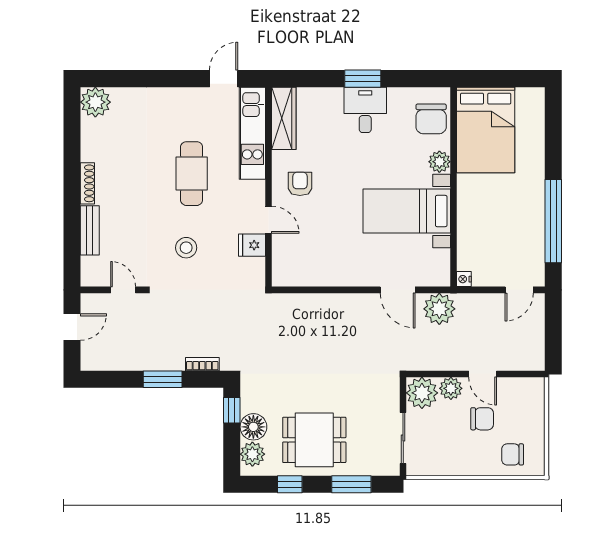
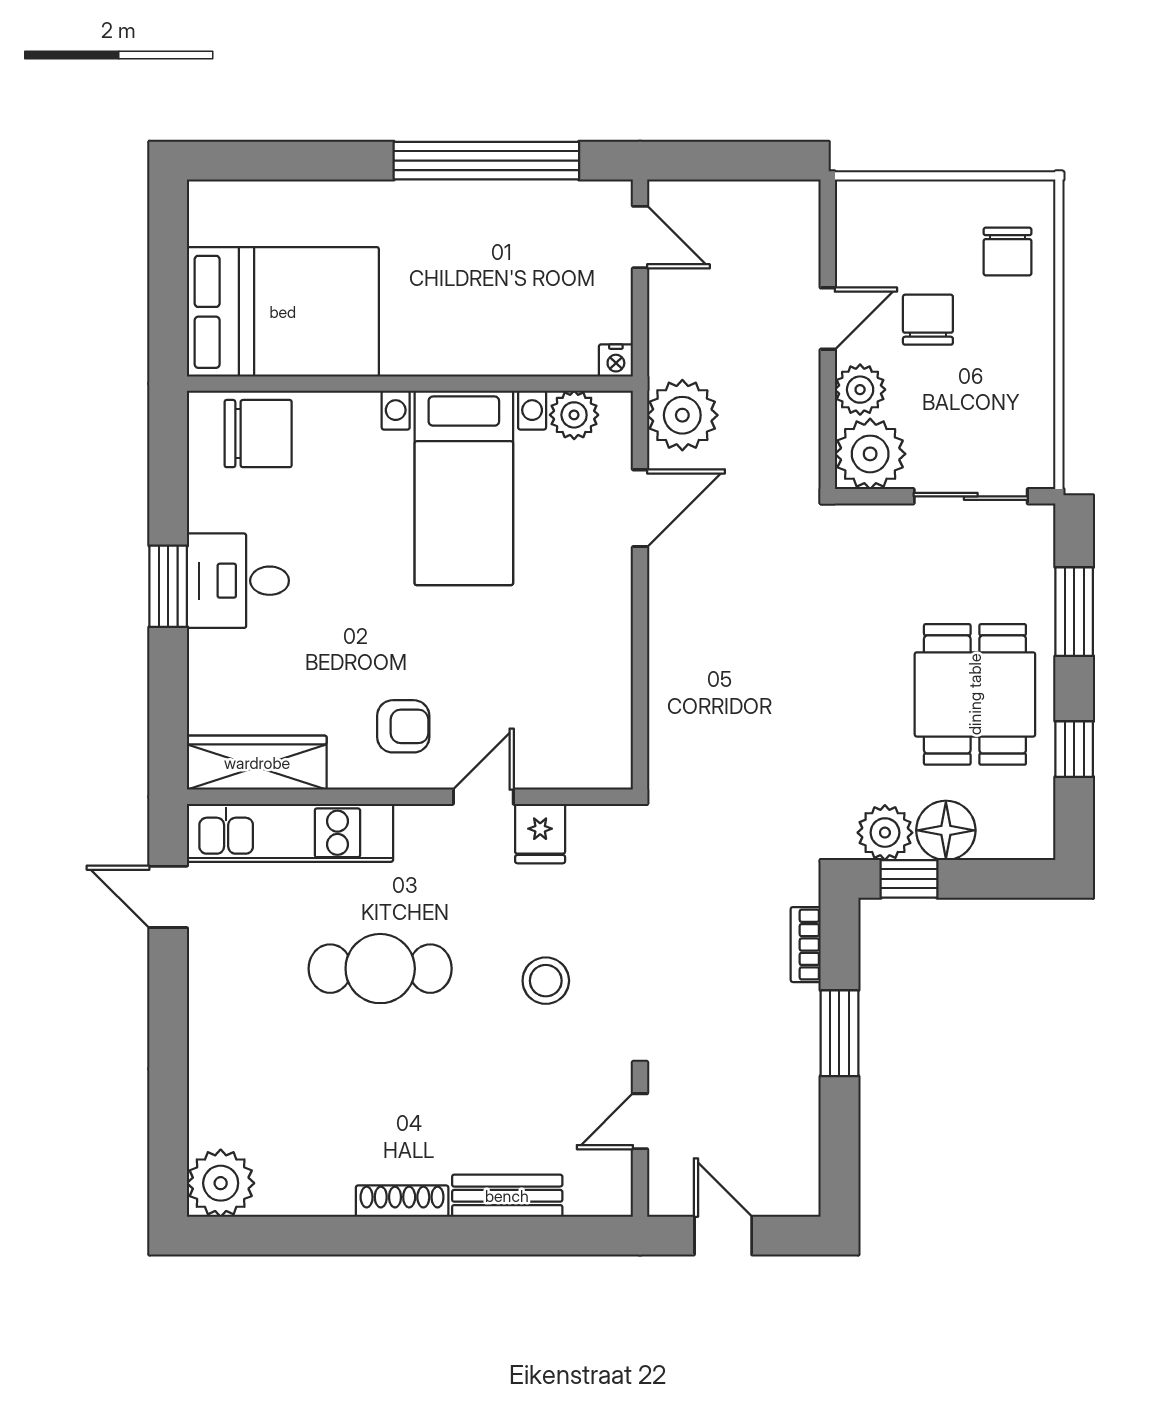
plant: (439, 162) -> (574, 415), moved
armchair: (300, 184) -> (403, 726), turned 180
plant: (252, 454) -> (885, 833), moved

